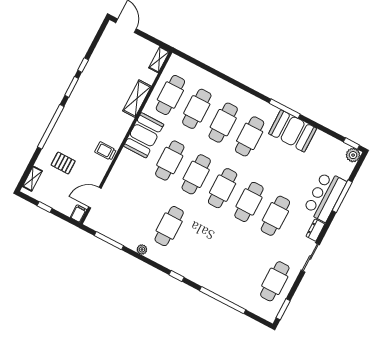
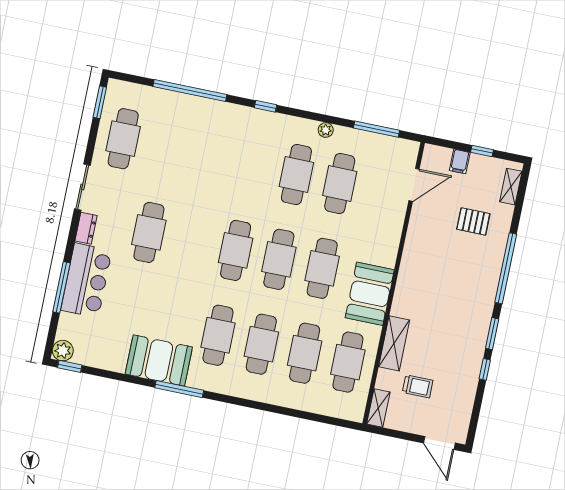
trolley: (105, 151) -> (418, 386), moved
cafe table: (249, 202) -> (340, 184), moved
filing cabinet: (79, 214) -> (460, 161), moved

